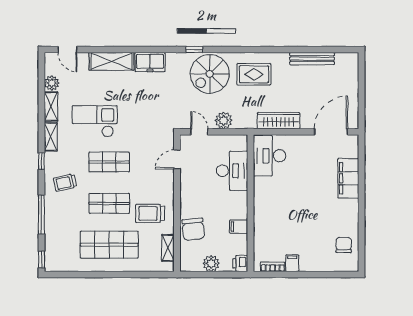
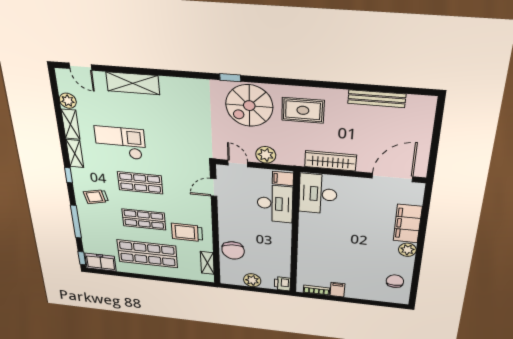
freezer: (150, 62) -> (101, 262), moved, turned 180
plant: (351, 207) -> (407, 250), added
filing cabinet: (239, 227) -> (283, 178), moved

